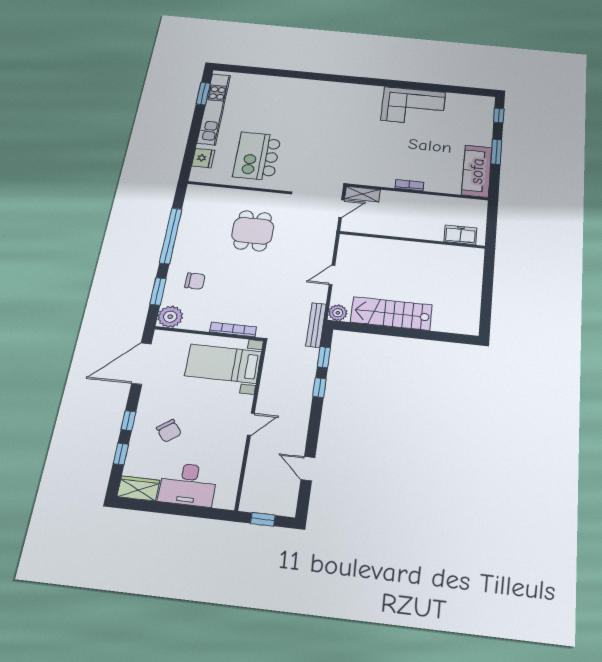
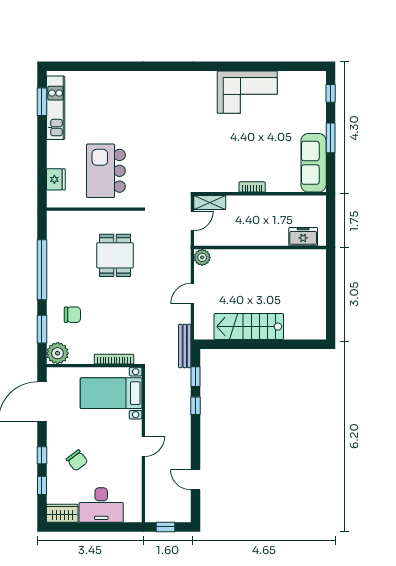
kitchen unit: (214, 109) -> (56, 108), width x0.73
plant: (338, 313) -> (202, 257), moved

